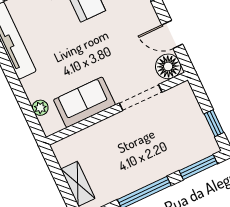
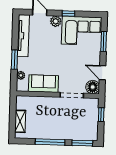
window: (17, 87) -> (14, 60), added
window: (214, 123) -> (101, 115), moved

